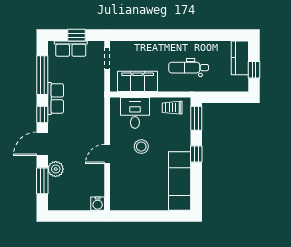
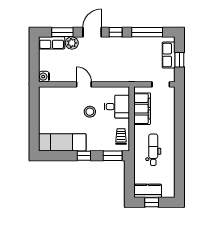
kitchen counter: (240, 58) -> (148, 191), moved
row of seats: (56, 98) -> (52, 43), moved
door: (42, 144) -> (92, 32), hinge flipped

